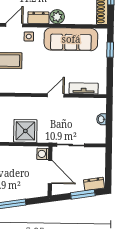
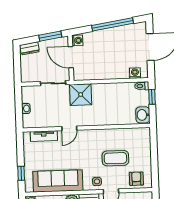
shower: (25, 131) -> (81, 95), moved
washing machine: (43, 154) -> (77, 40), moved
window: (83, 194) -> (50, 36), moved

